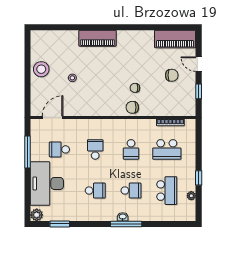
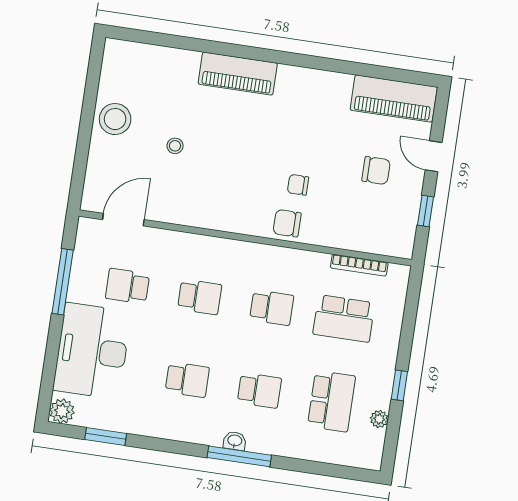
school desk: (95, 149) -> (200, 297), turned 90
school desk: (131, 149) -> (272, 308), turned -90

